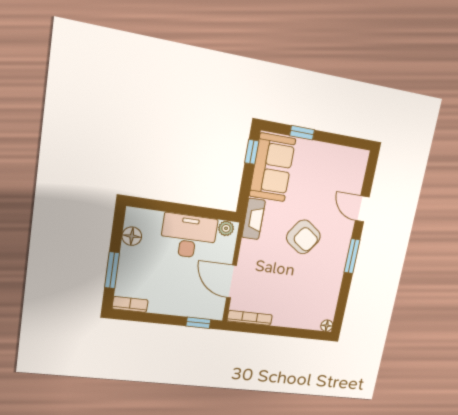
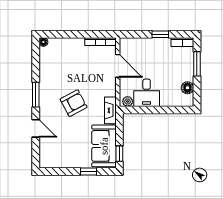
desk: (188, 236) -> (147, 93), width x0.73
armchair: (303, 237) -> (74, 103), turned 117
window: (198, 323) -> (160, 34), moved

